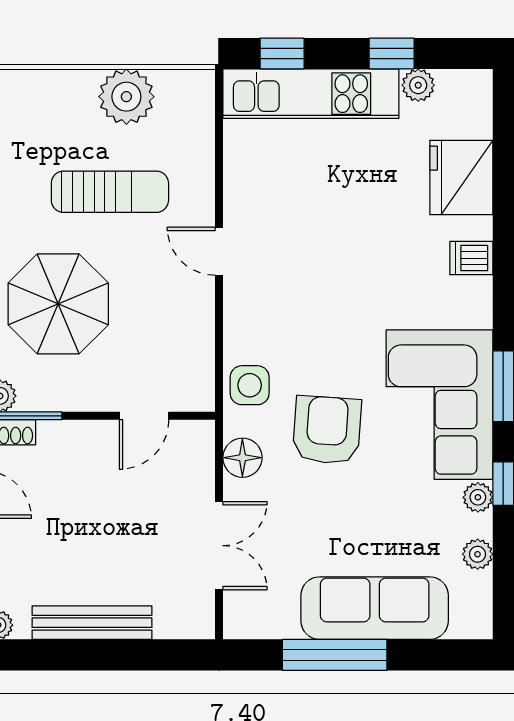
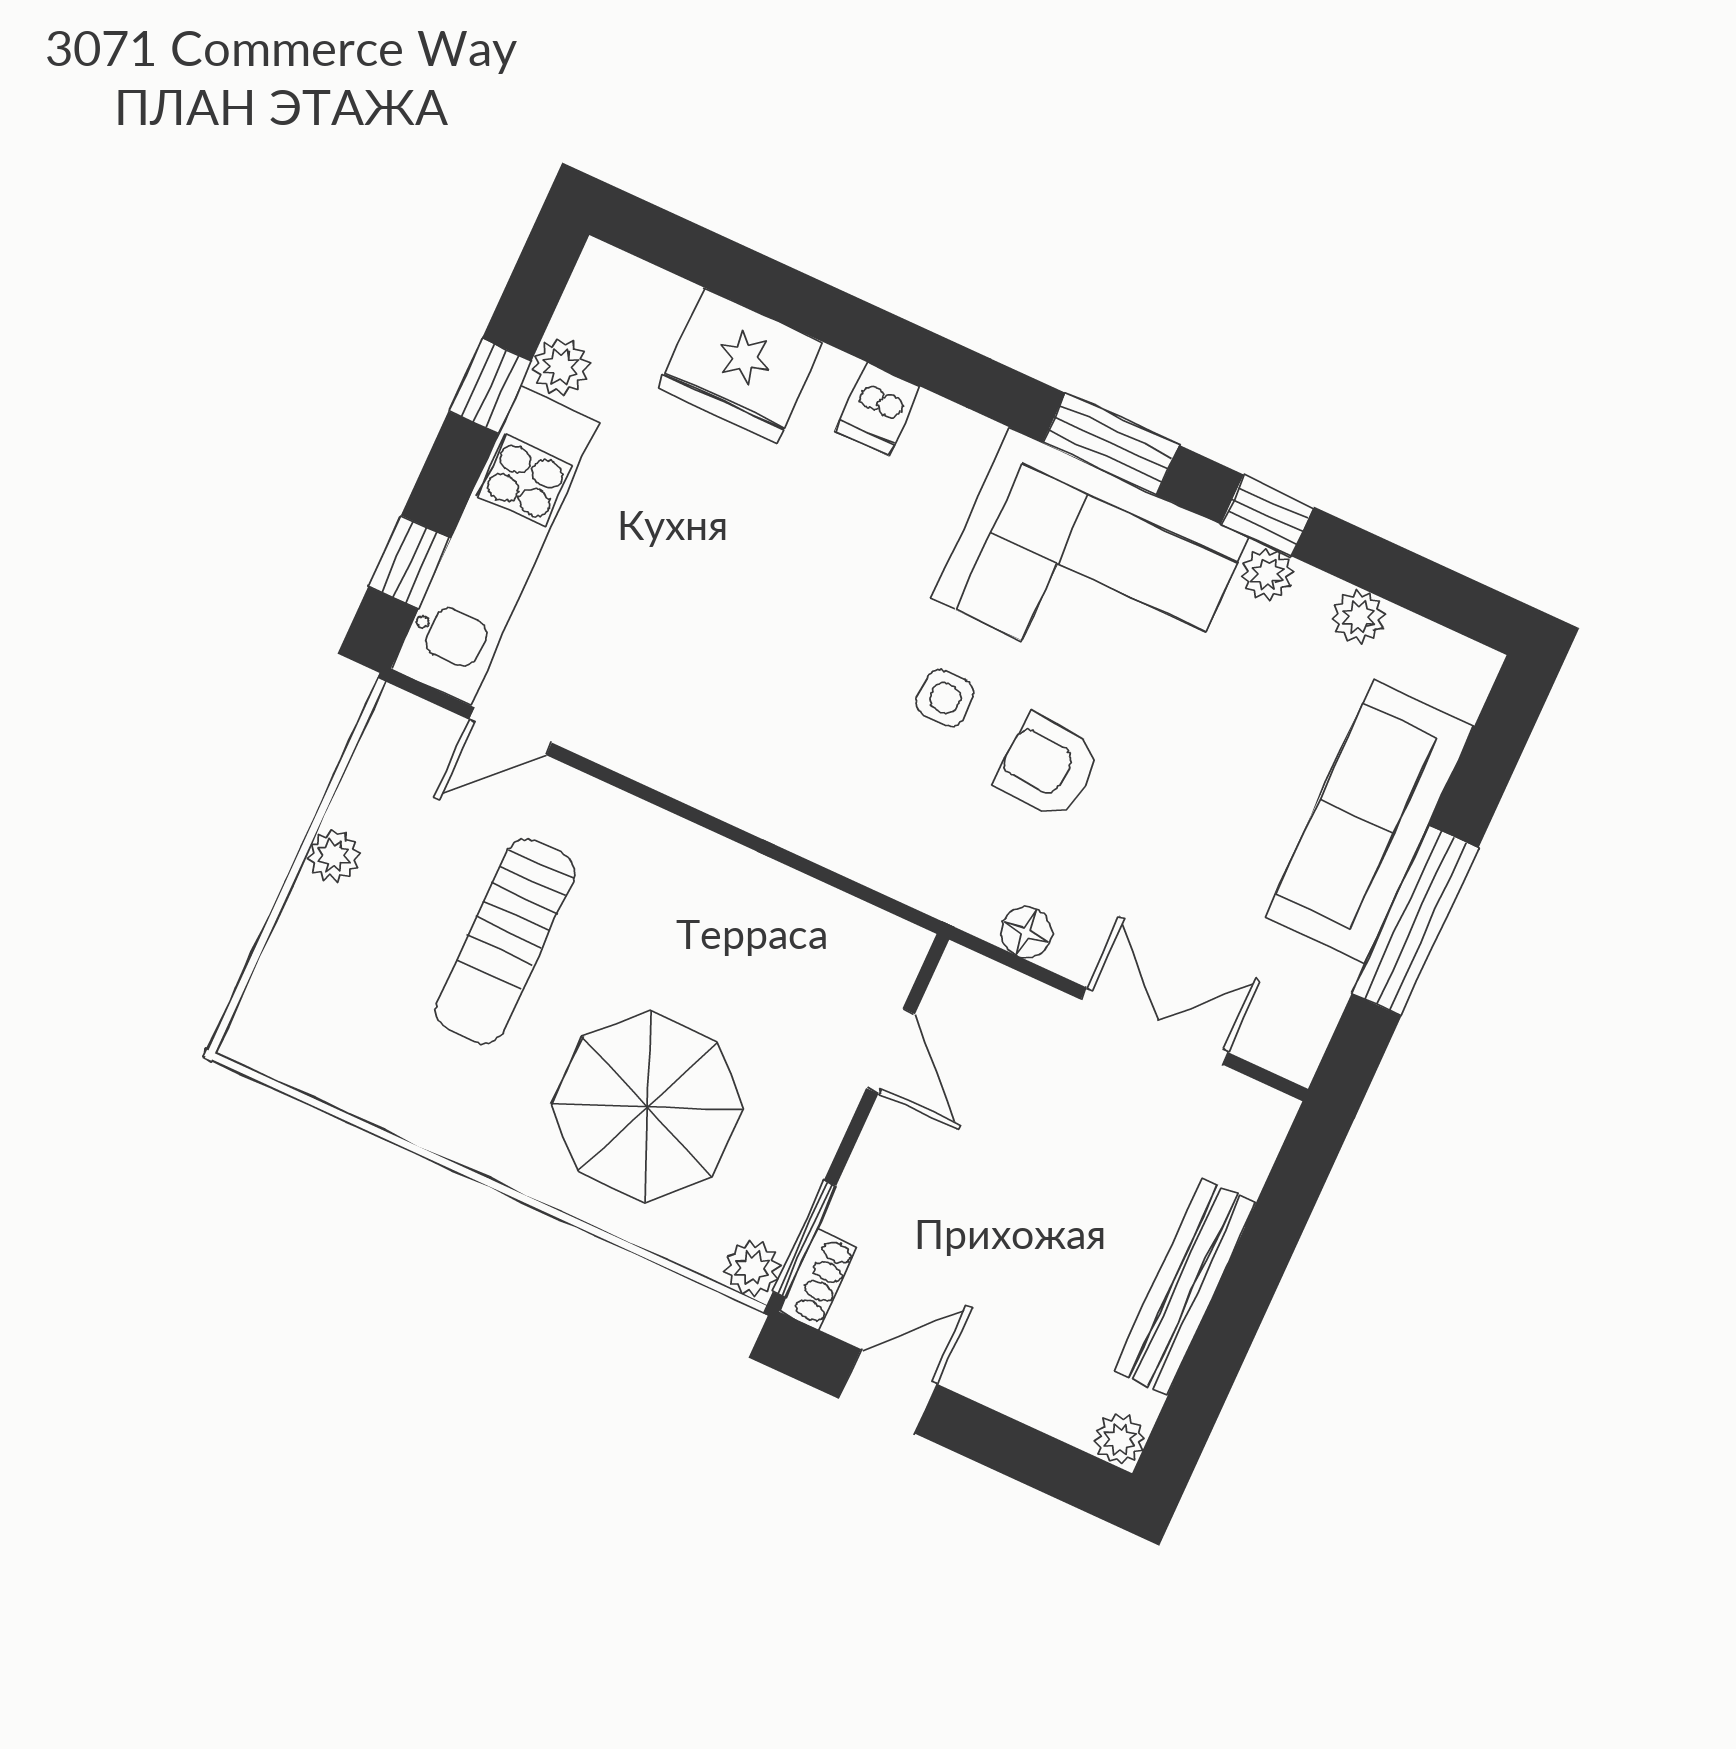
plant: (126, 97) -> (334, 856), width x0.53, depth x0.53
sun lounger: (110, 192) -> (505, 941), turned 180
door: (219, 251) -> (510, 731), moved
side table: (250, 385) -> (945, 698), moved, width x0.73, depth x0.73
armchair: (327, 430) -> (1048, 767), width x0.72, depth x0.72
floor lamp: (242, 458) -> (1026, 932), width x0.73, depth x0.73

